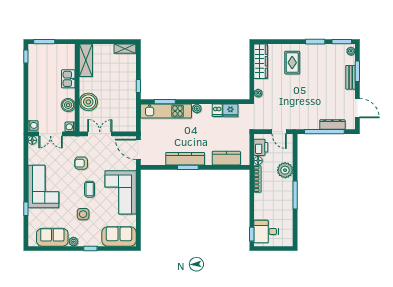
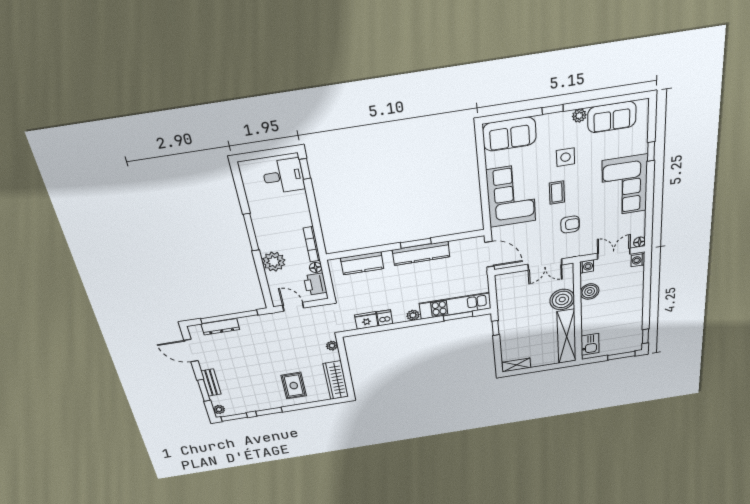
shelving: (86, 60) -> (567, 337), width x1.47
kitchen sink: (68, 79) -> (590, 344), moved

